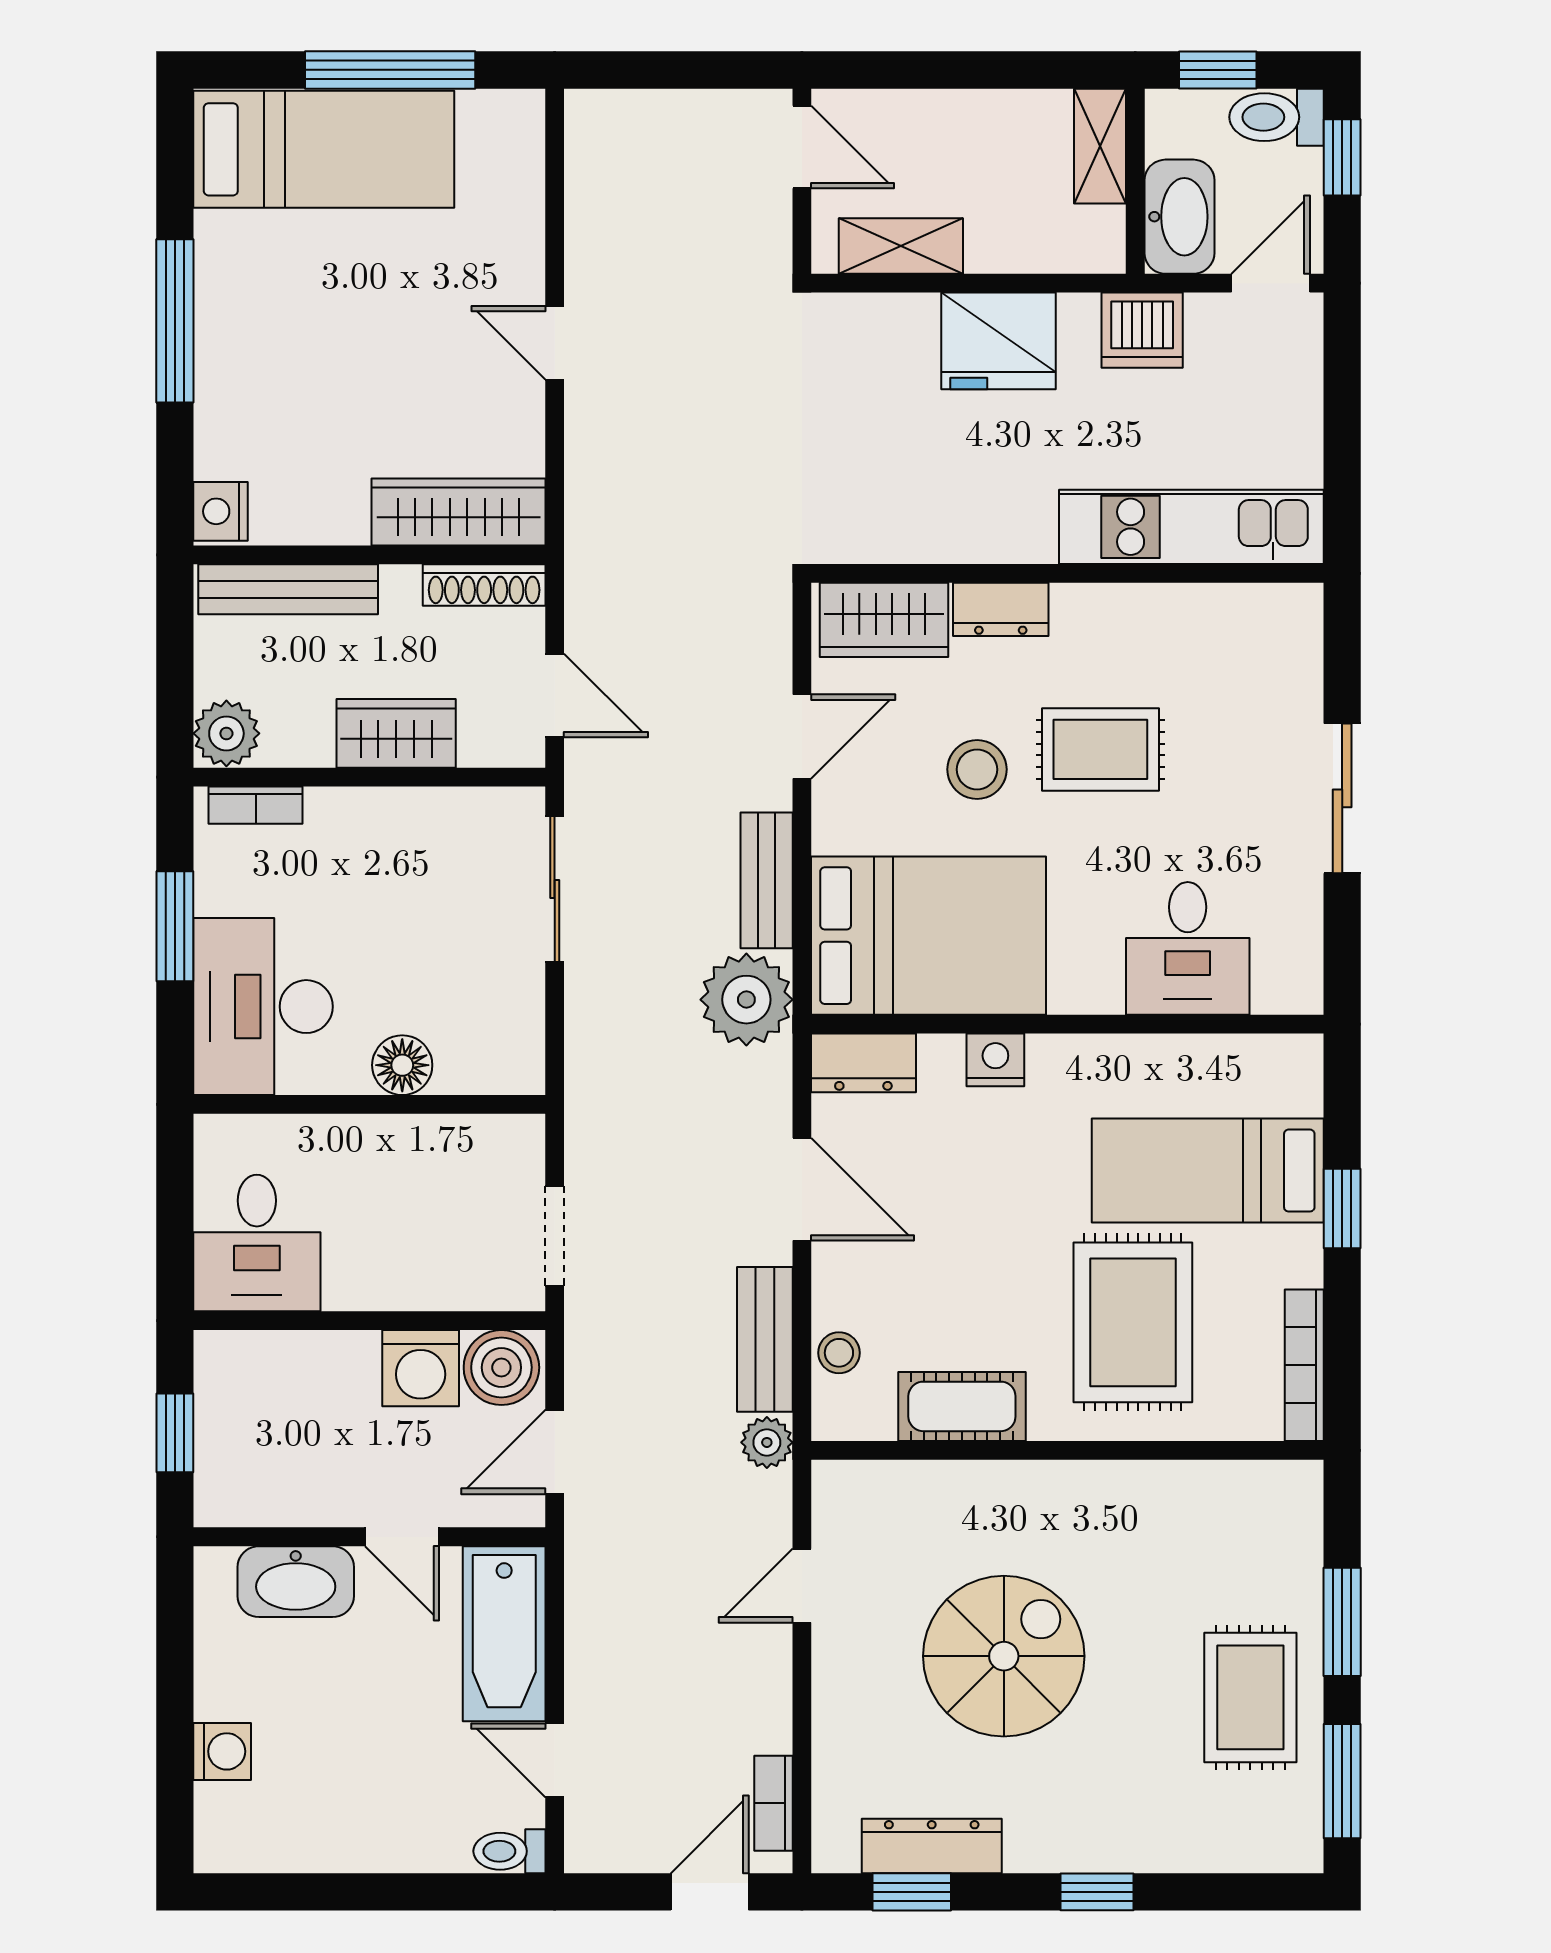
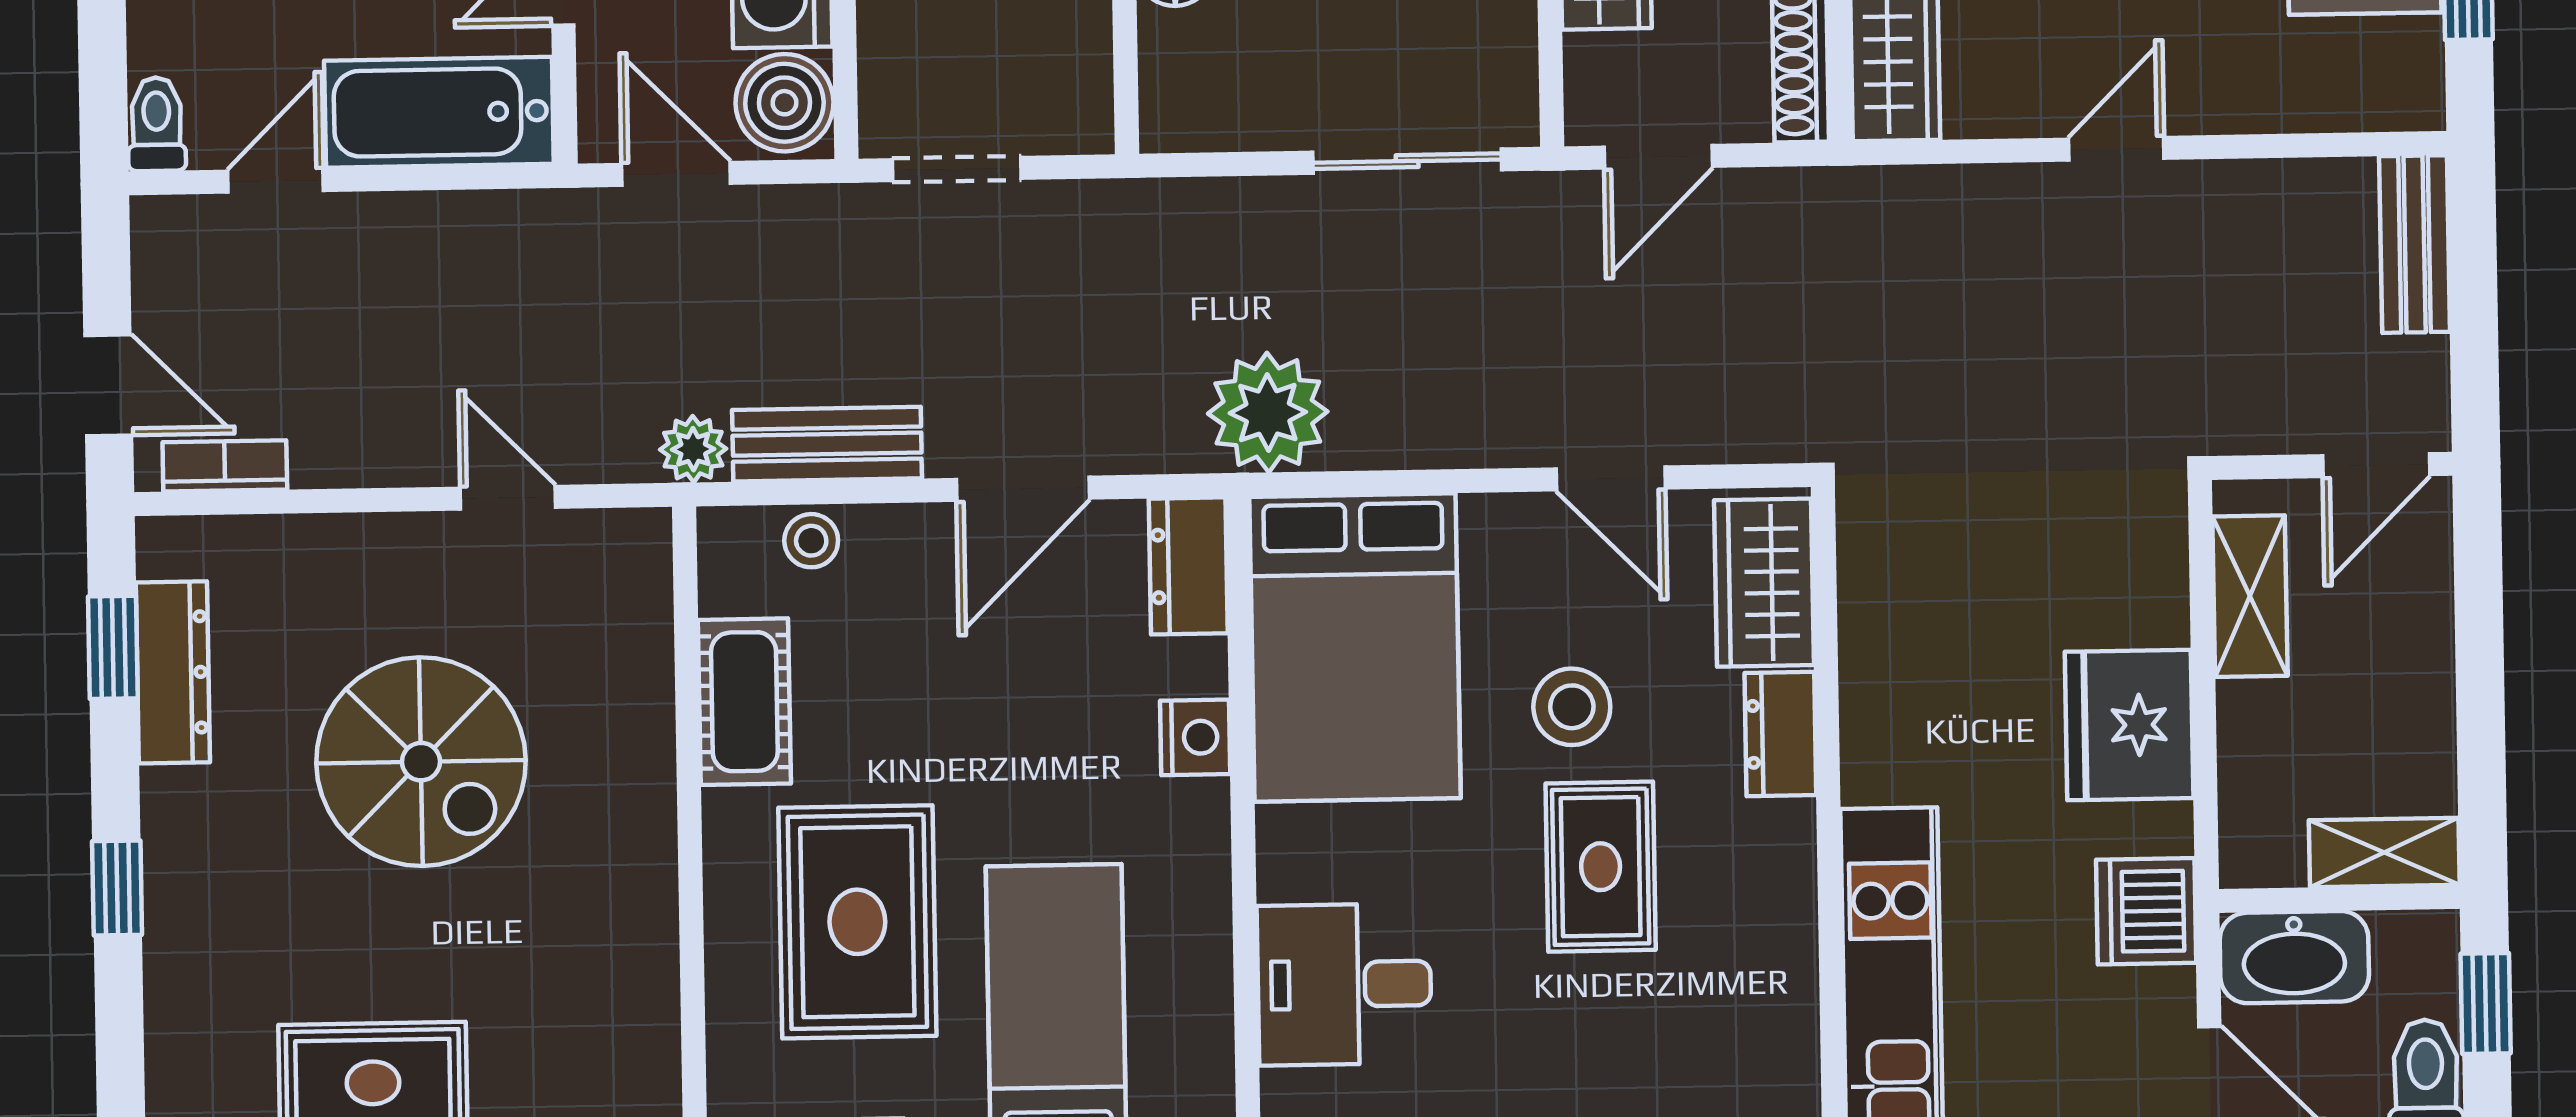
bench: (767, 880) -> (2415, 244), moved, turned 90
rug: (1133, 1322) -> (857, 922), turned 90

